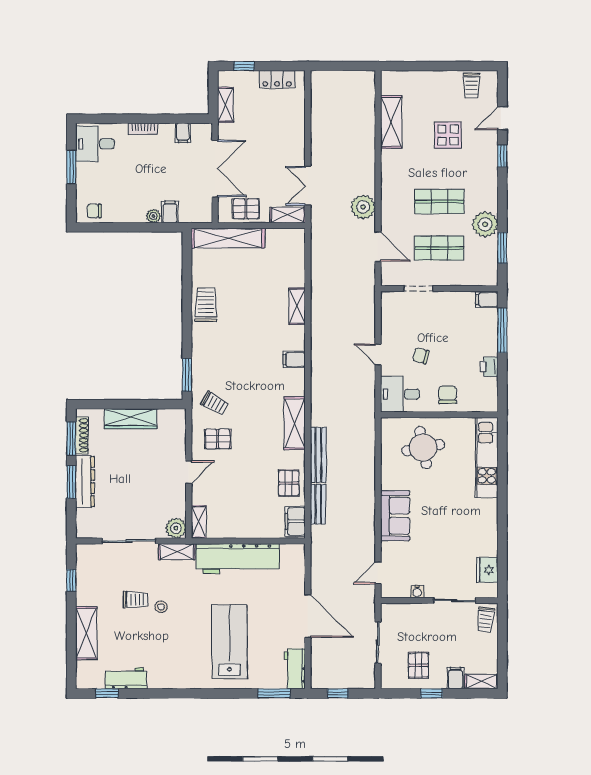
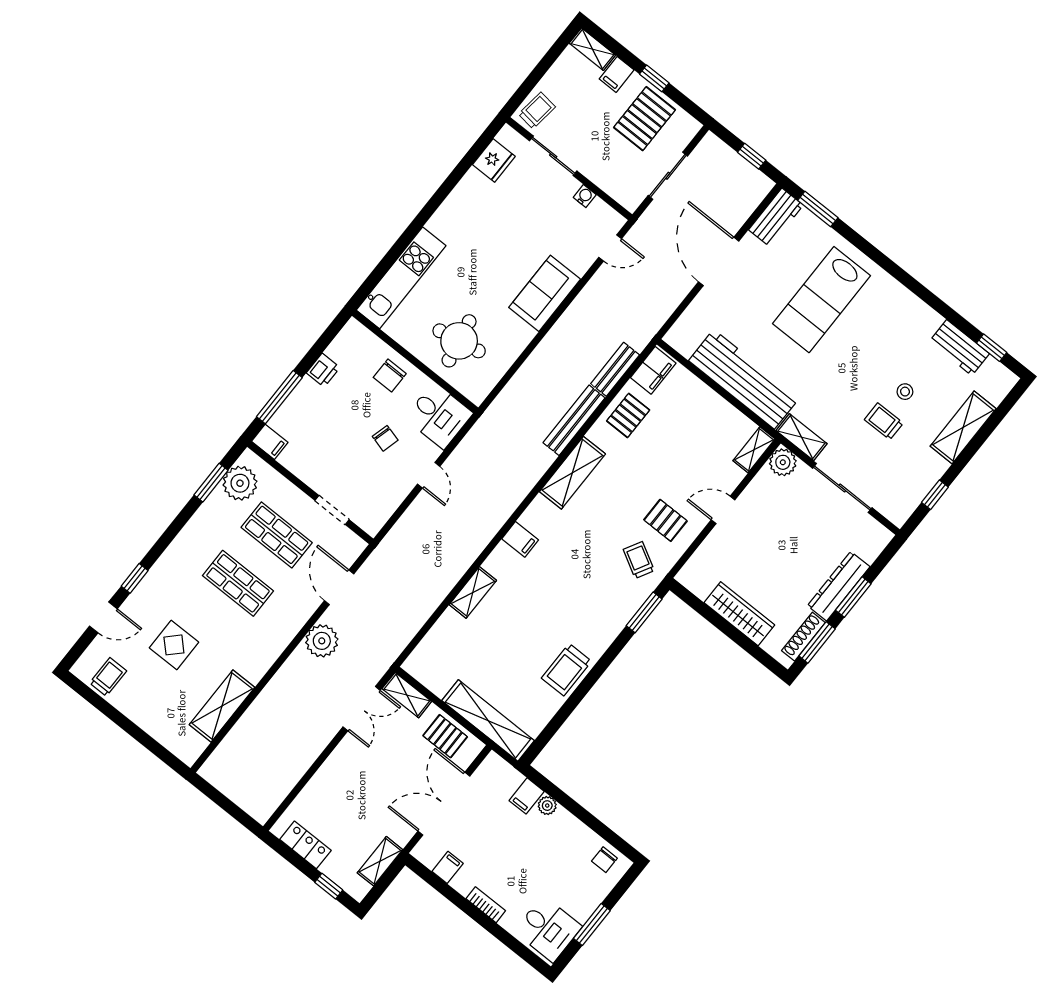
chair: (94, 211) -> (604, 860), turned 90
plant: (485, 224) -> (240, 483), moved
stool: (161, 607) -> (905, 392), moved
pallet: (418, 665) -> (645, 119), width x1.50, depth x1.42

